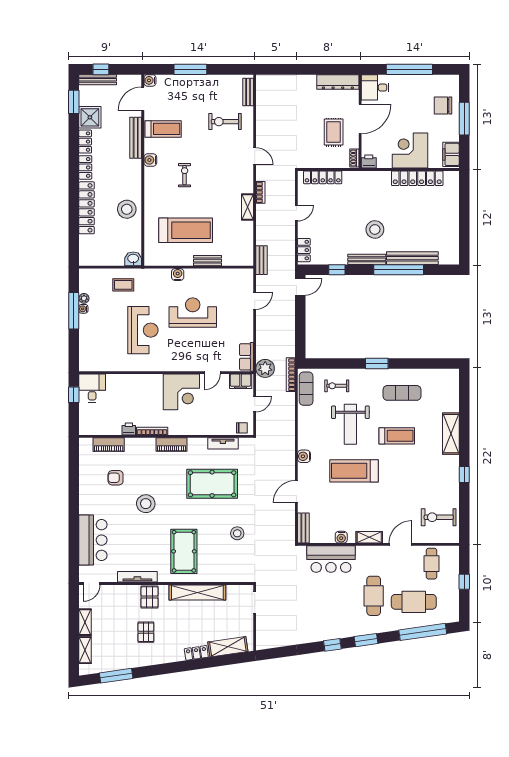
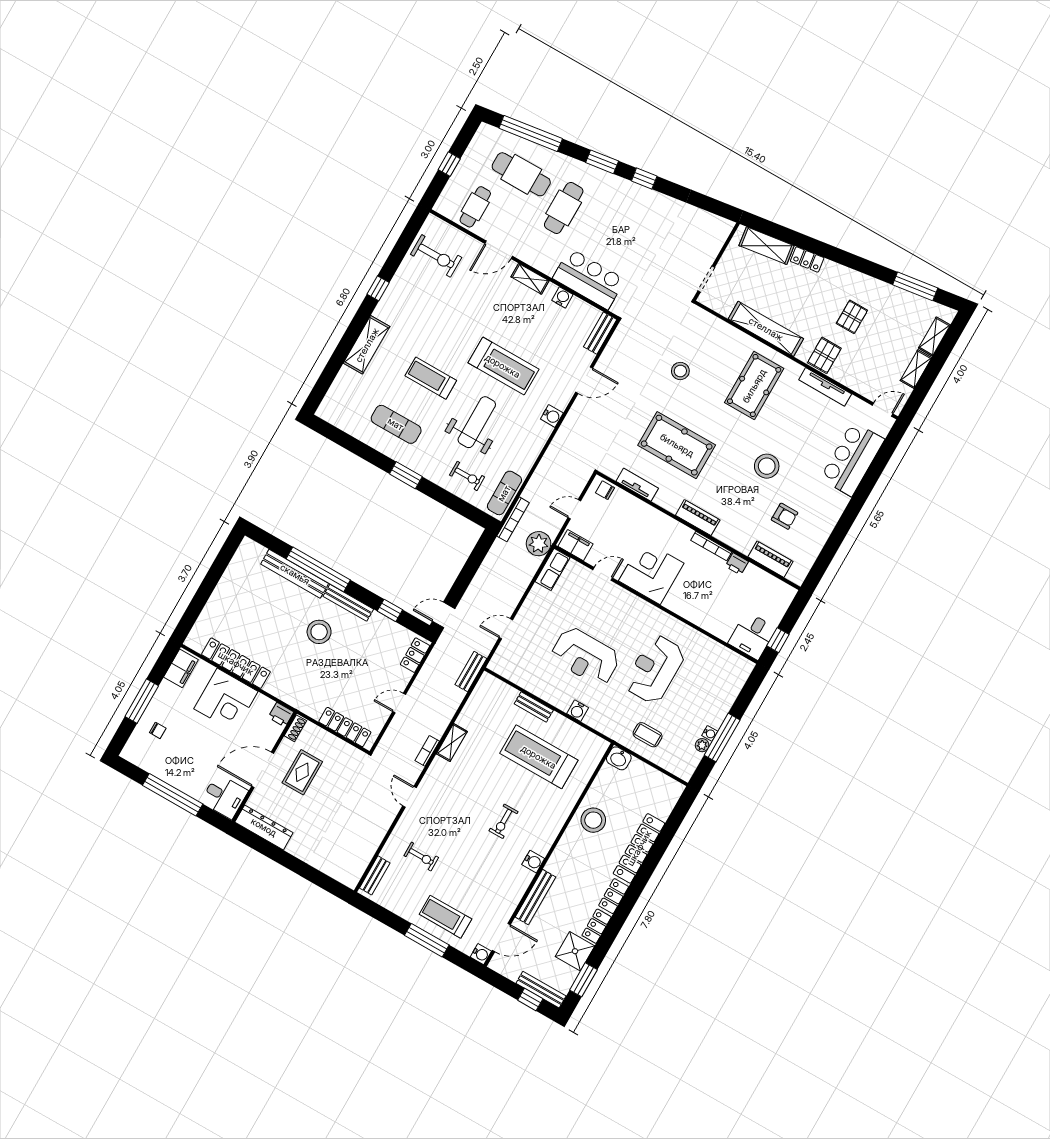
chair: (443, 105) -> (158, 730), width x0.54, depth x0.54
exercise bike: (225, 122) -> (421, 857), width x0.73, depth x0.72
treadmill: (163, 129) -> (445, 917), moved

